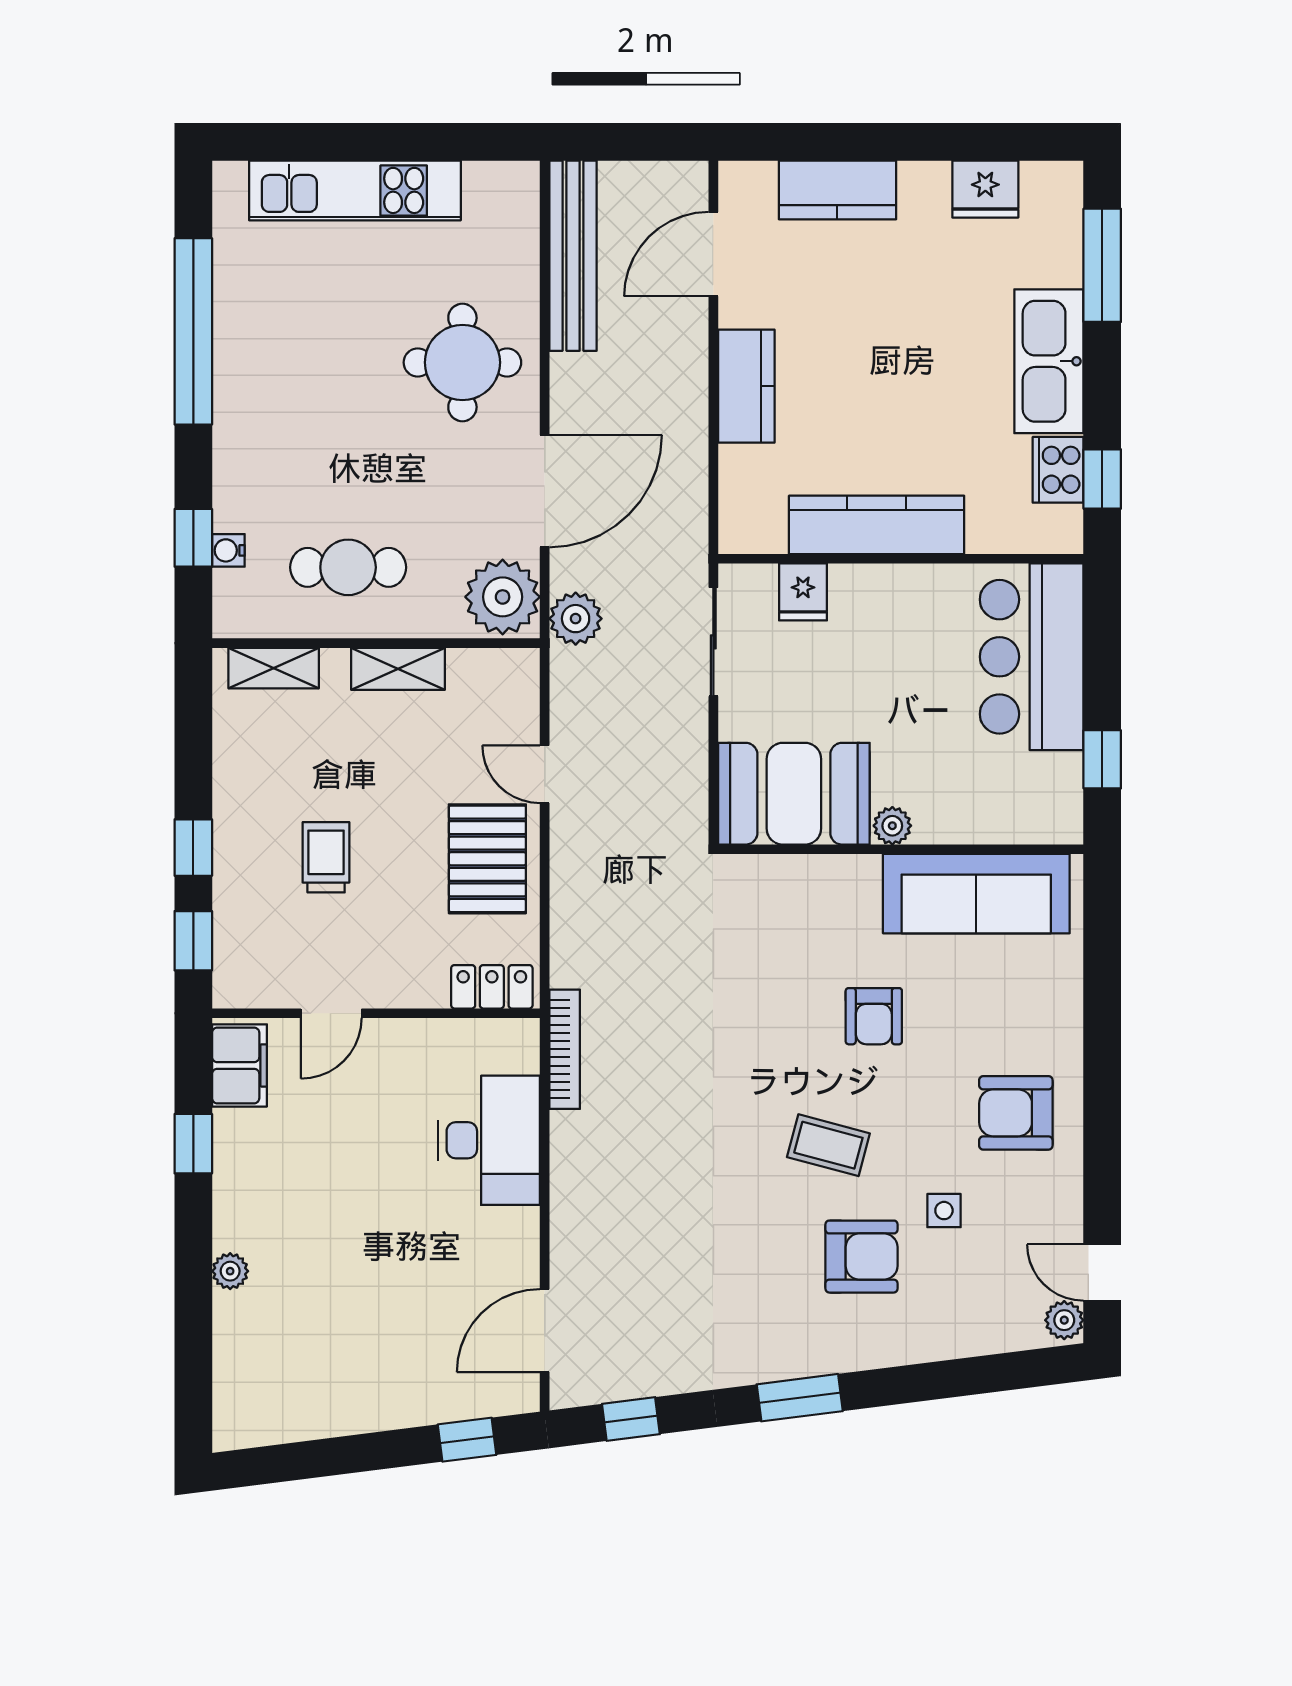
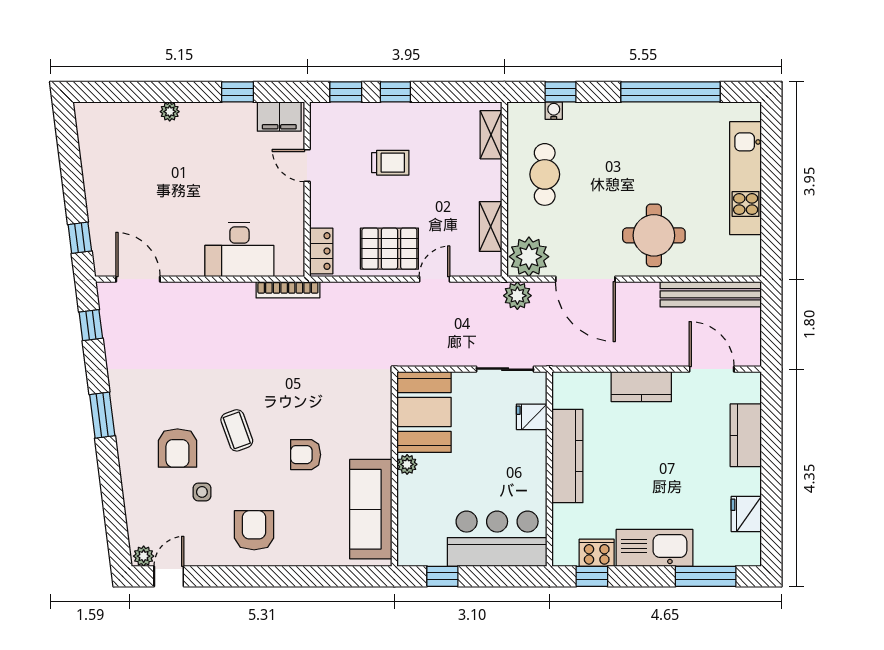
shelving: (398, 669) -> (491, 227), moved
coffee table: (828, 1145) -> (237, 430), turned -35

